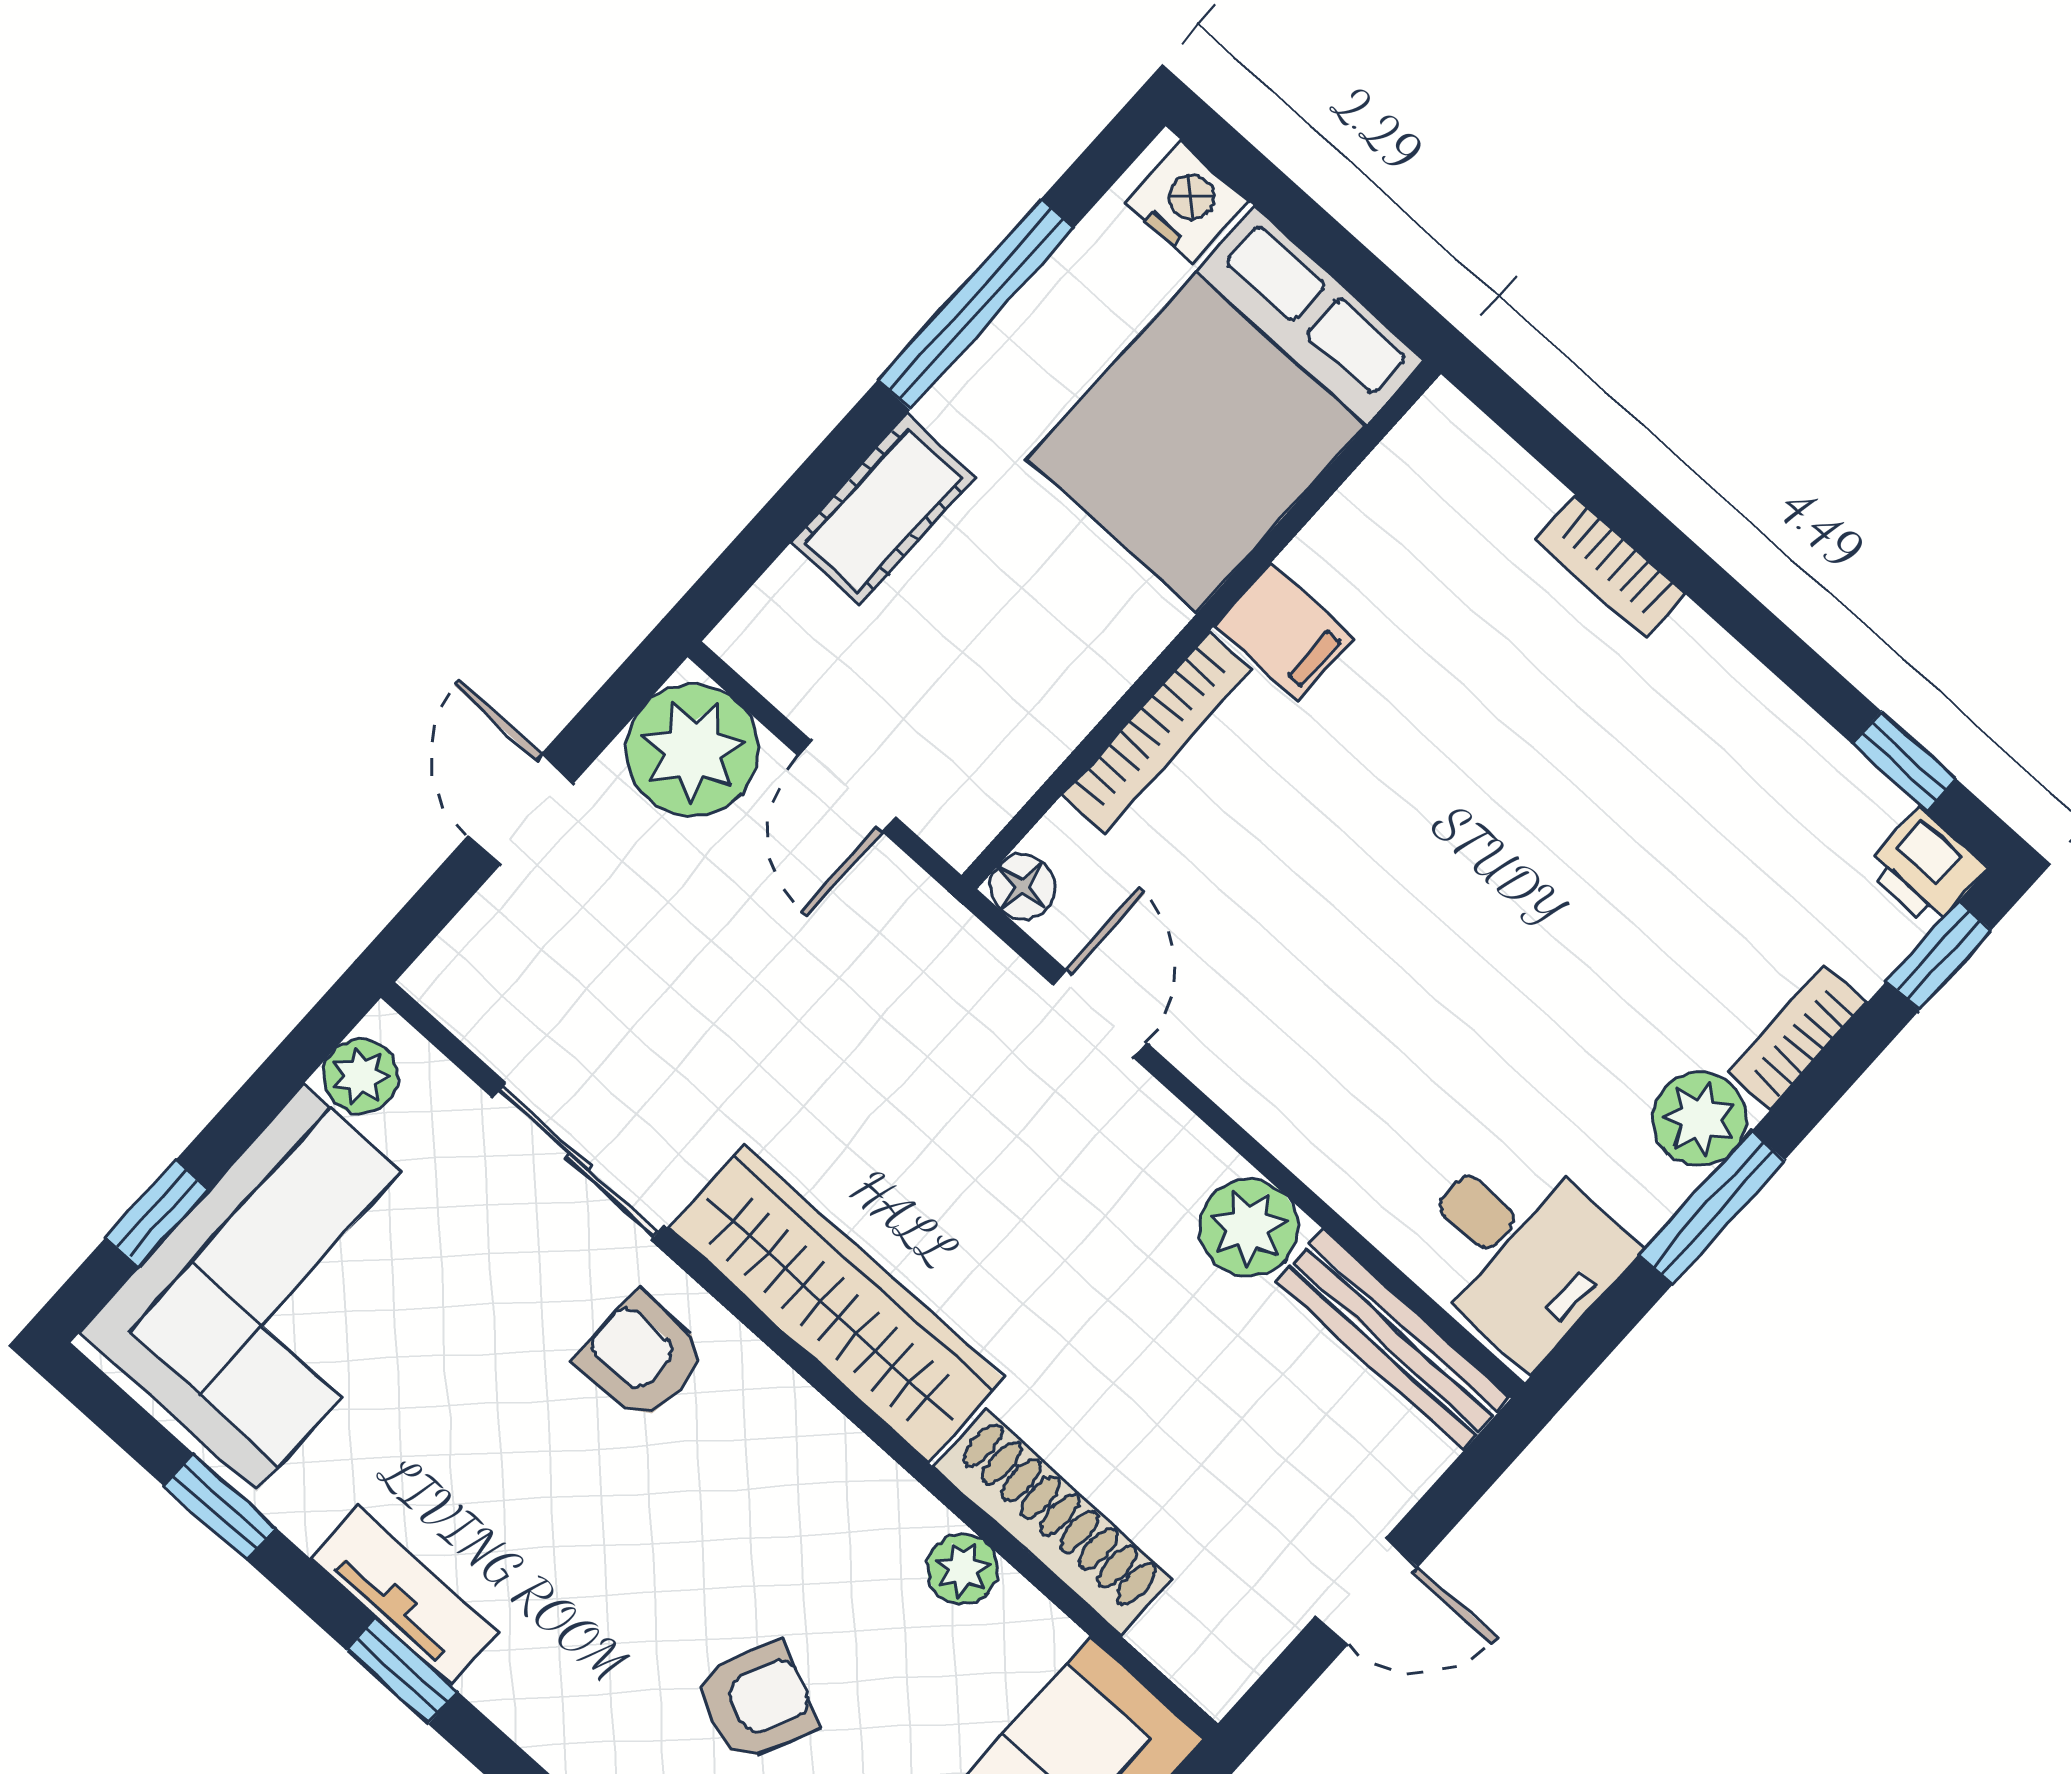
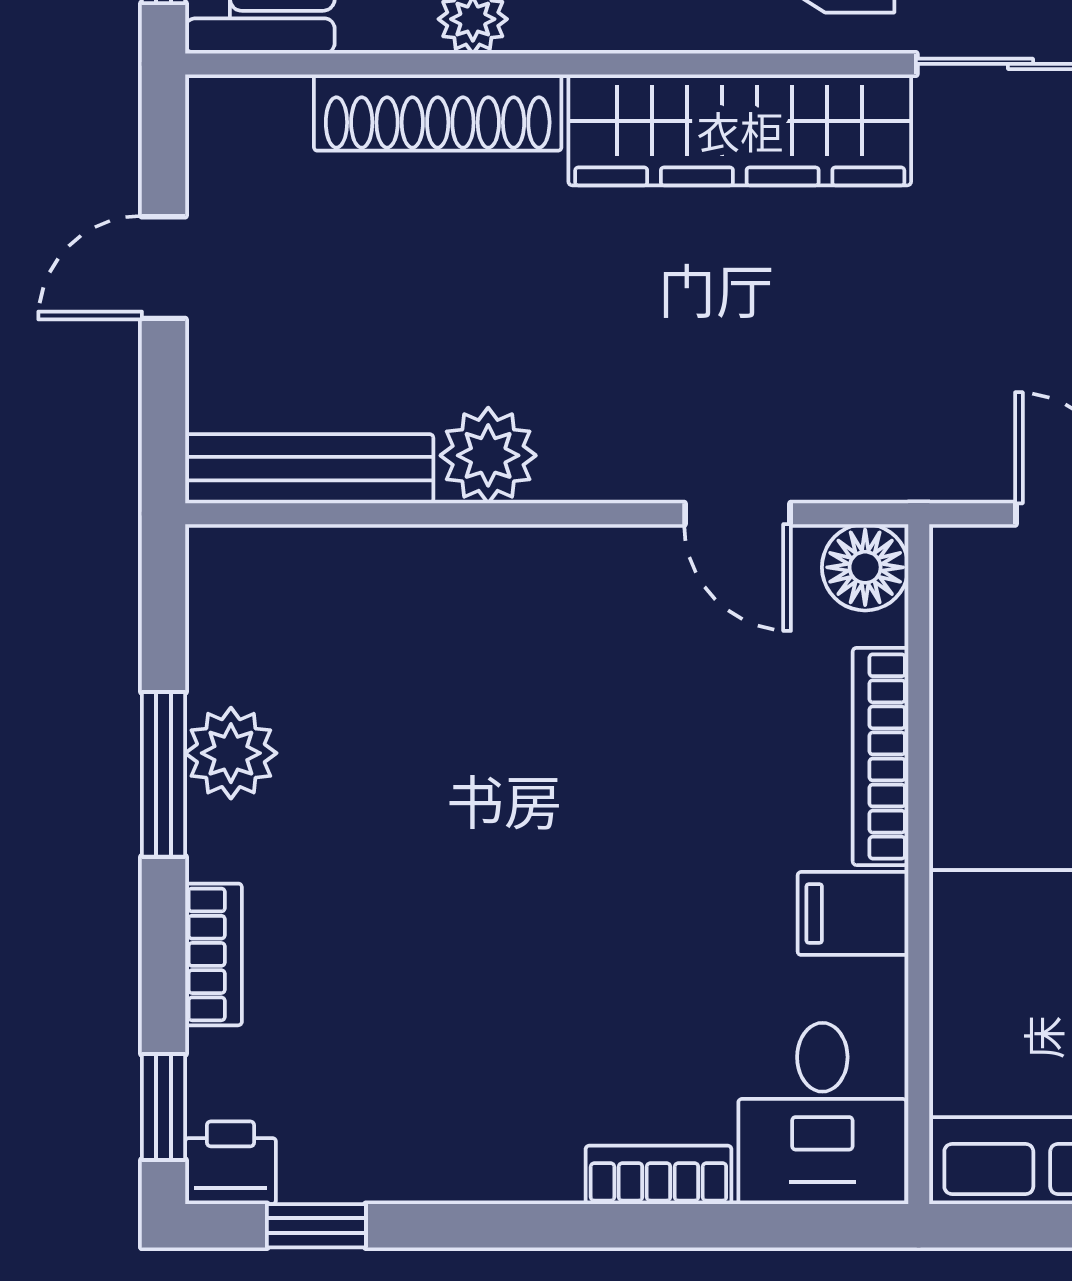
floor lamp: (1022, 887) -> (865, 567), width x1.37, depth x1.37
plant: (1700, 1119) -> (231, 753), moved
desk: (1519, 1251) -> (822, 1113), moved, turned -90

